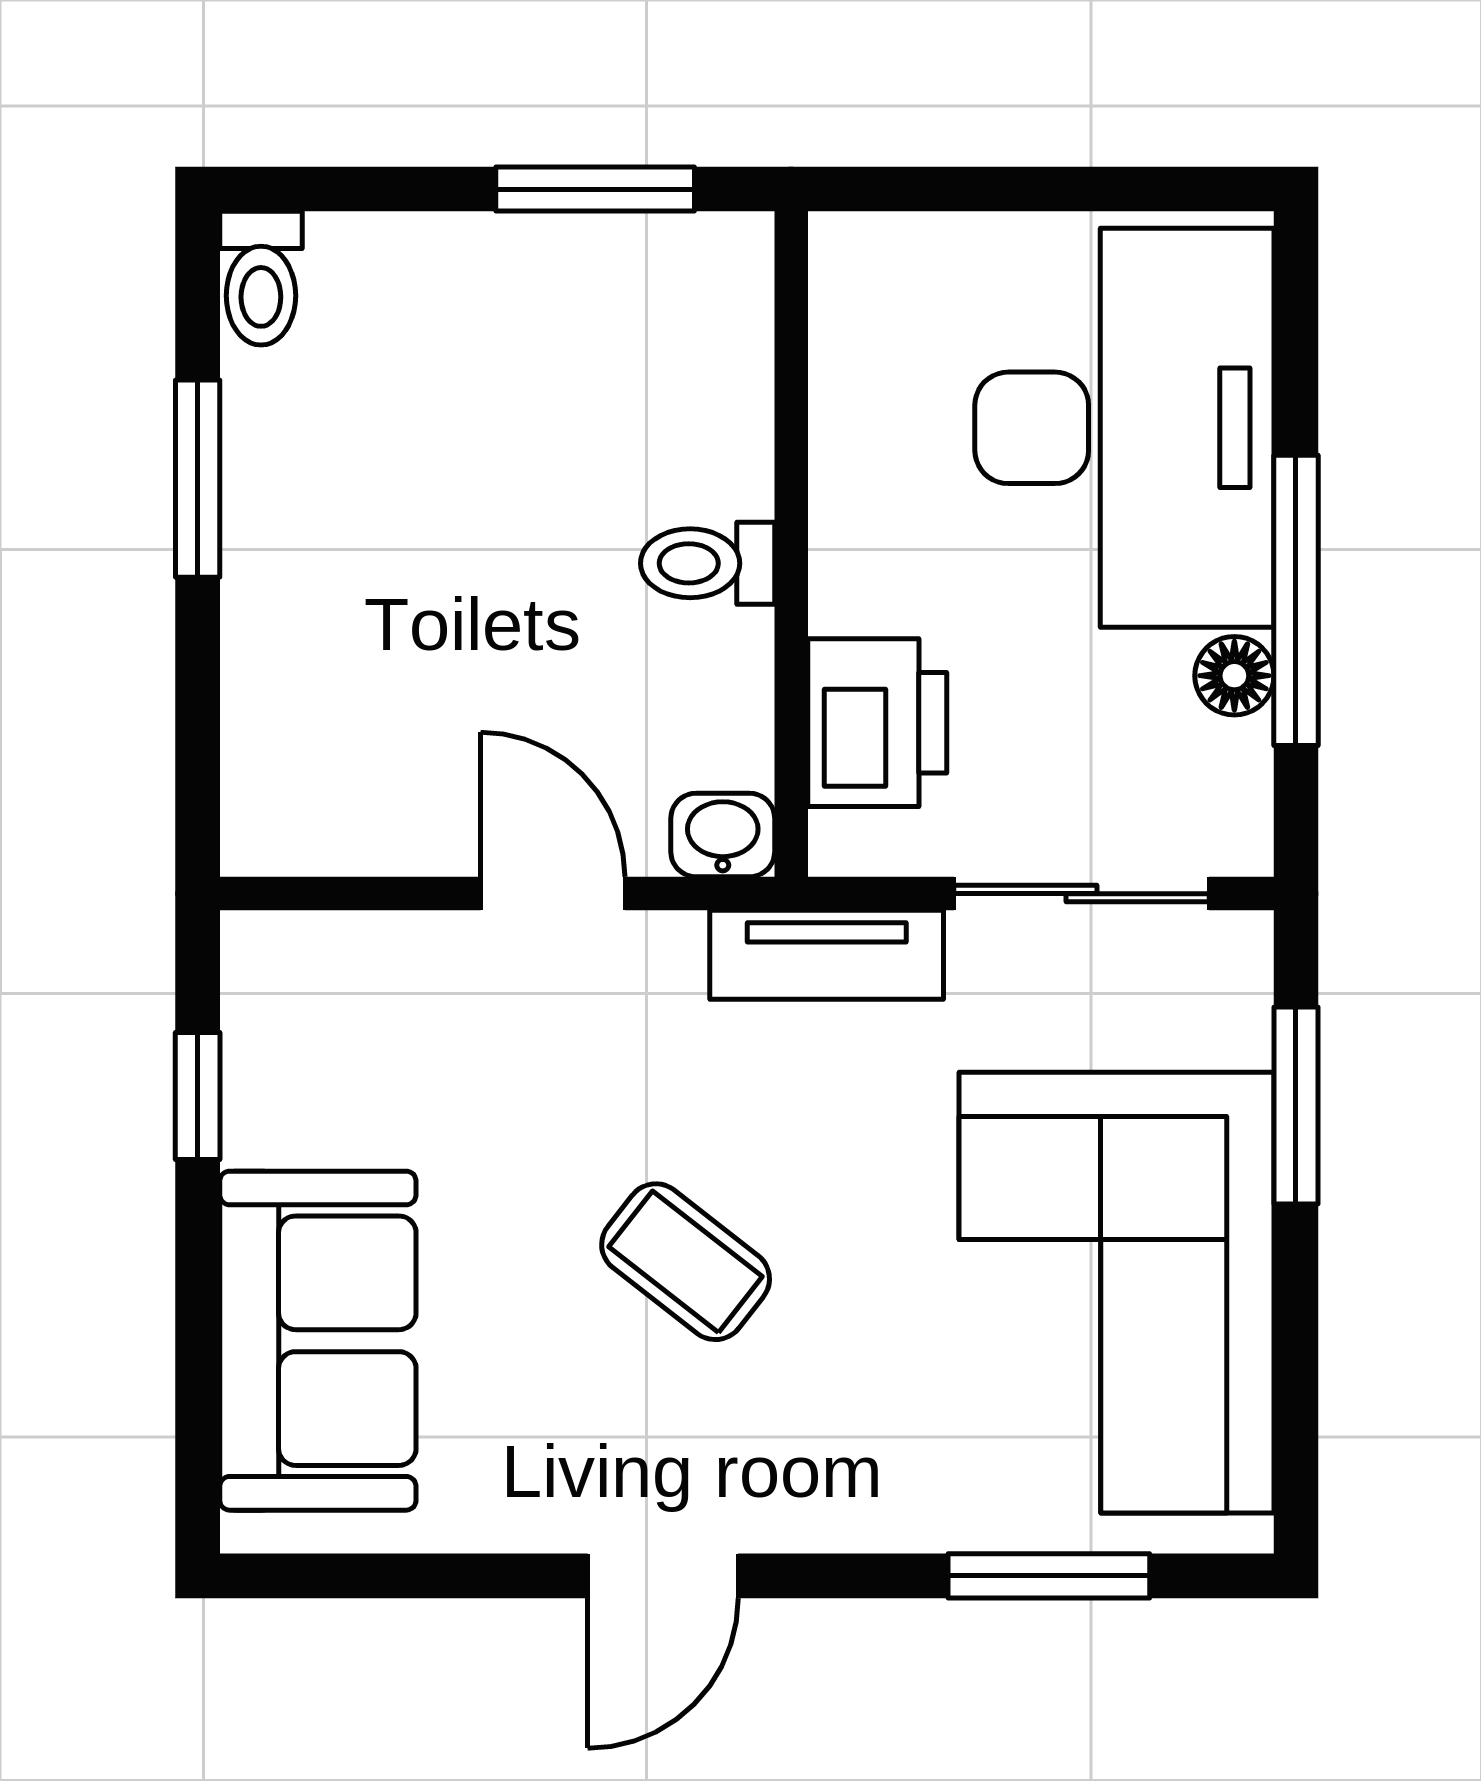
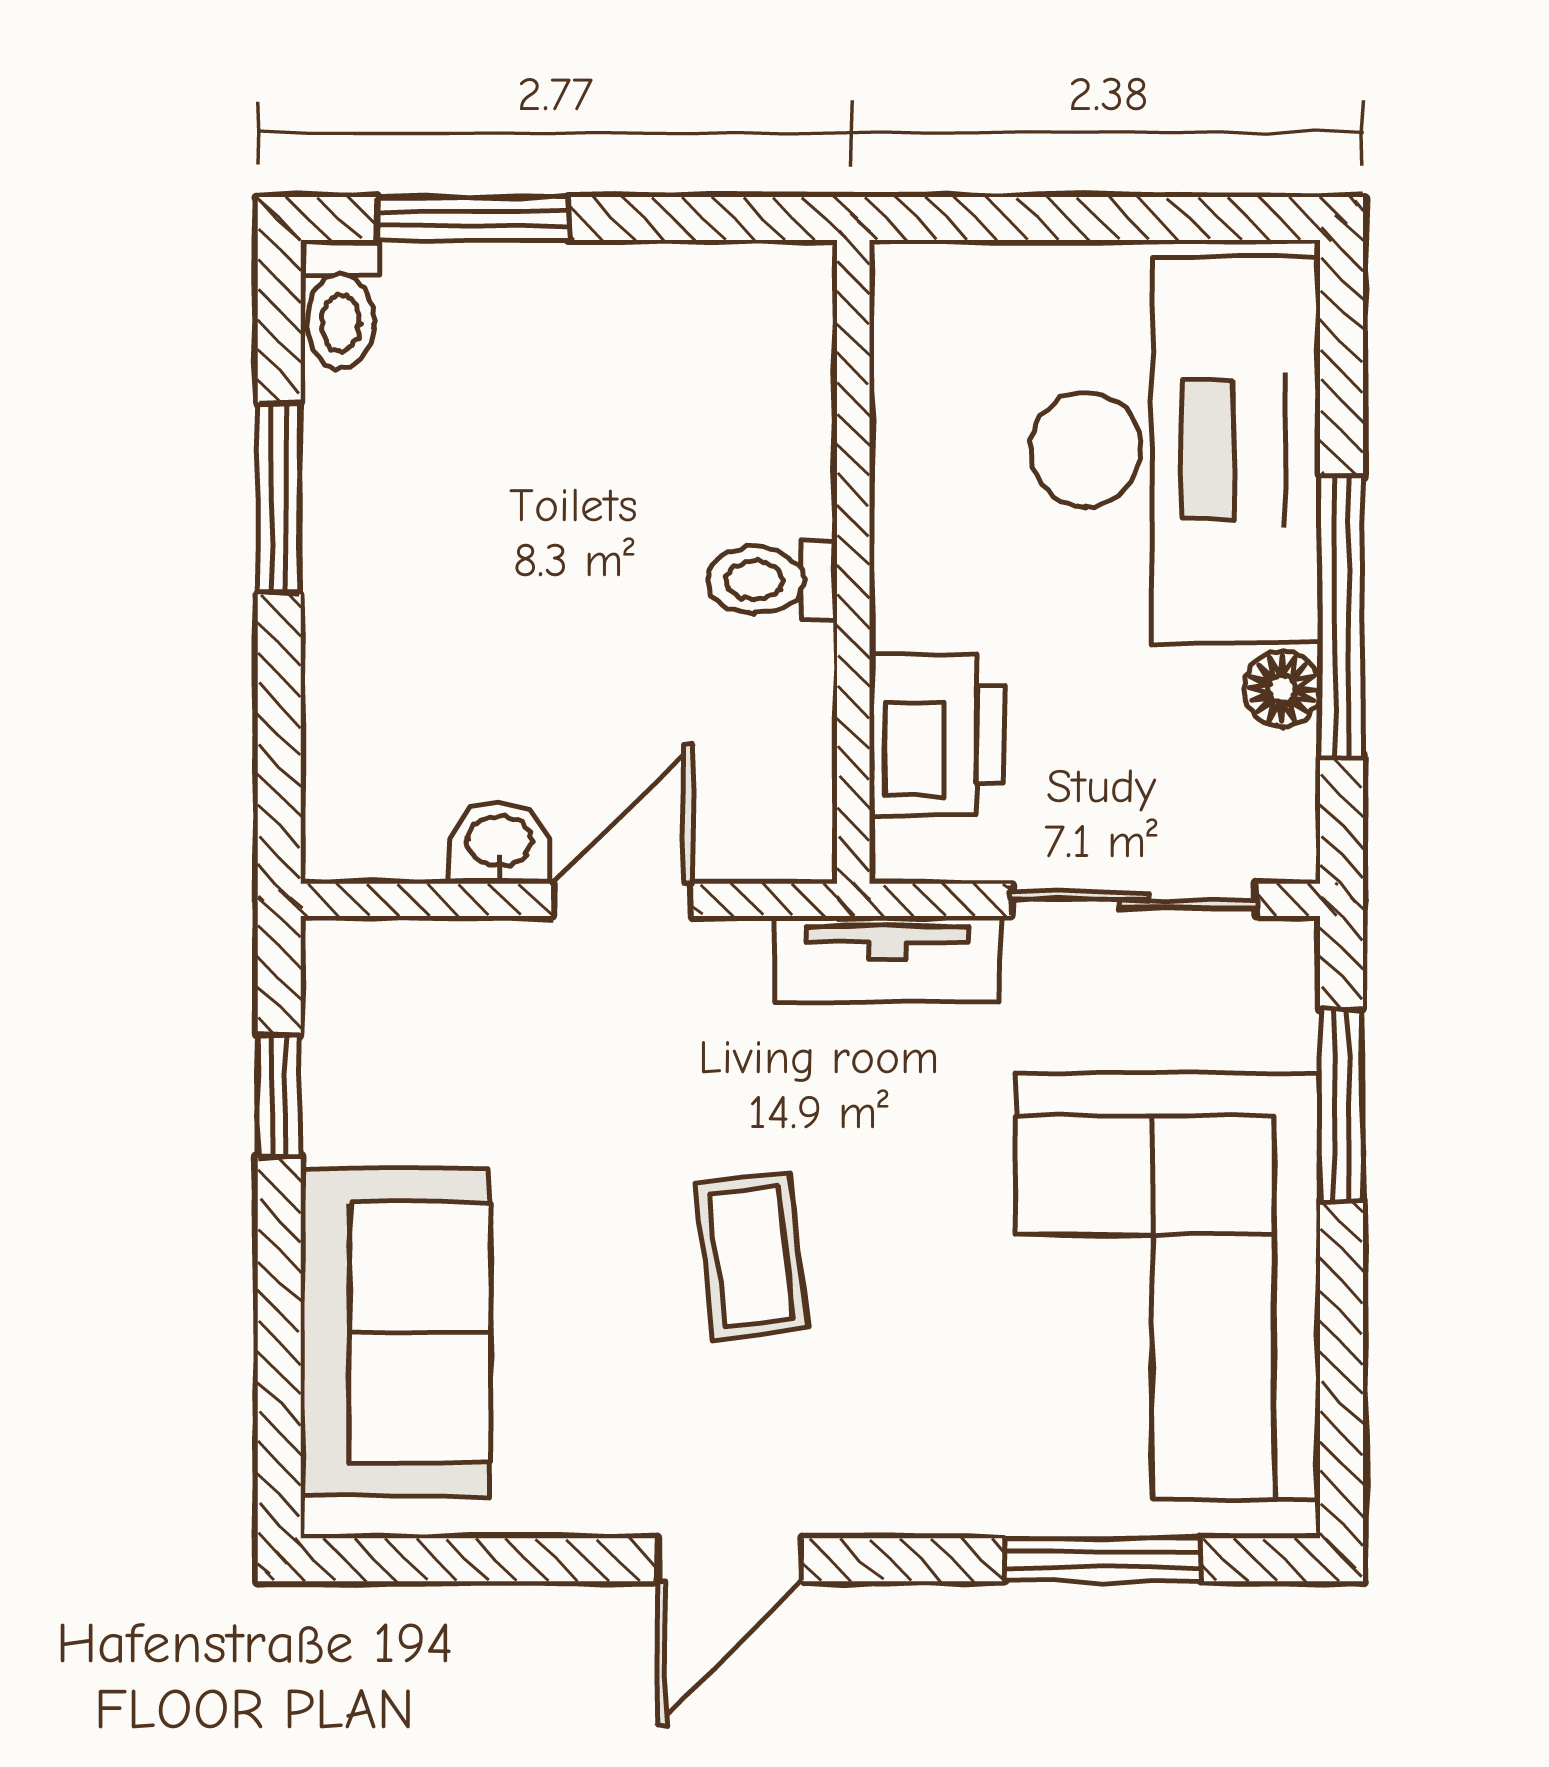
window: (595, 189) -> (473, 218), moved
washbasin: (723, 835) -> (500, 843), moved
door: (553, 894) -> (623, 900), hinge flipped
coffee table: (686, 1262) -> (751, 1256), turned 45

